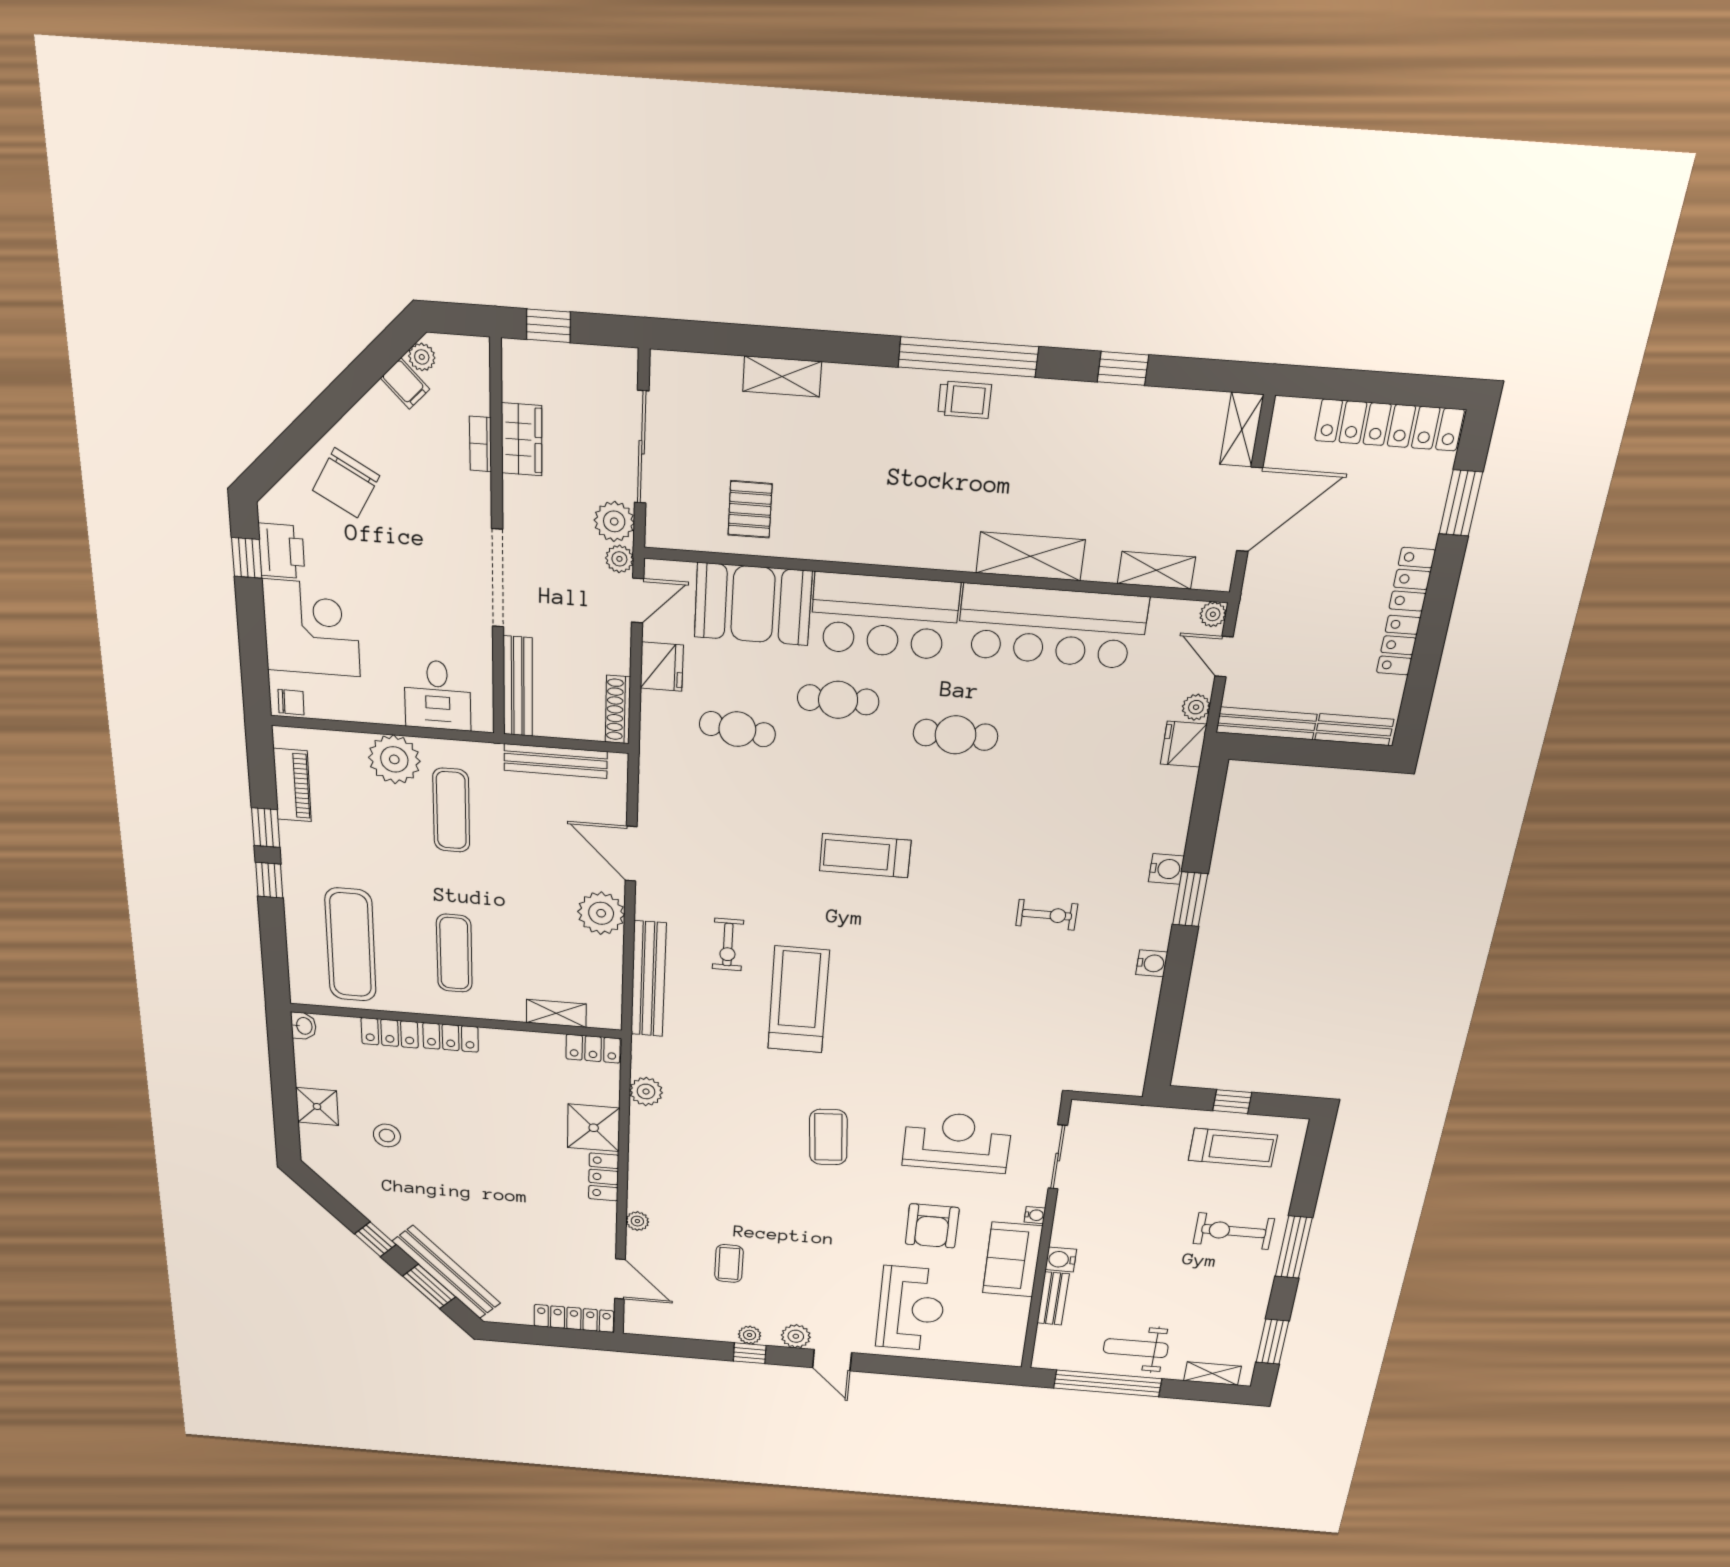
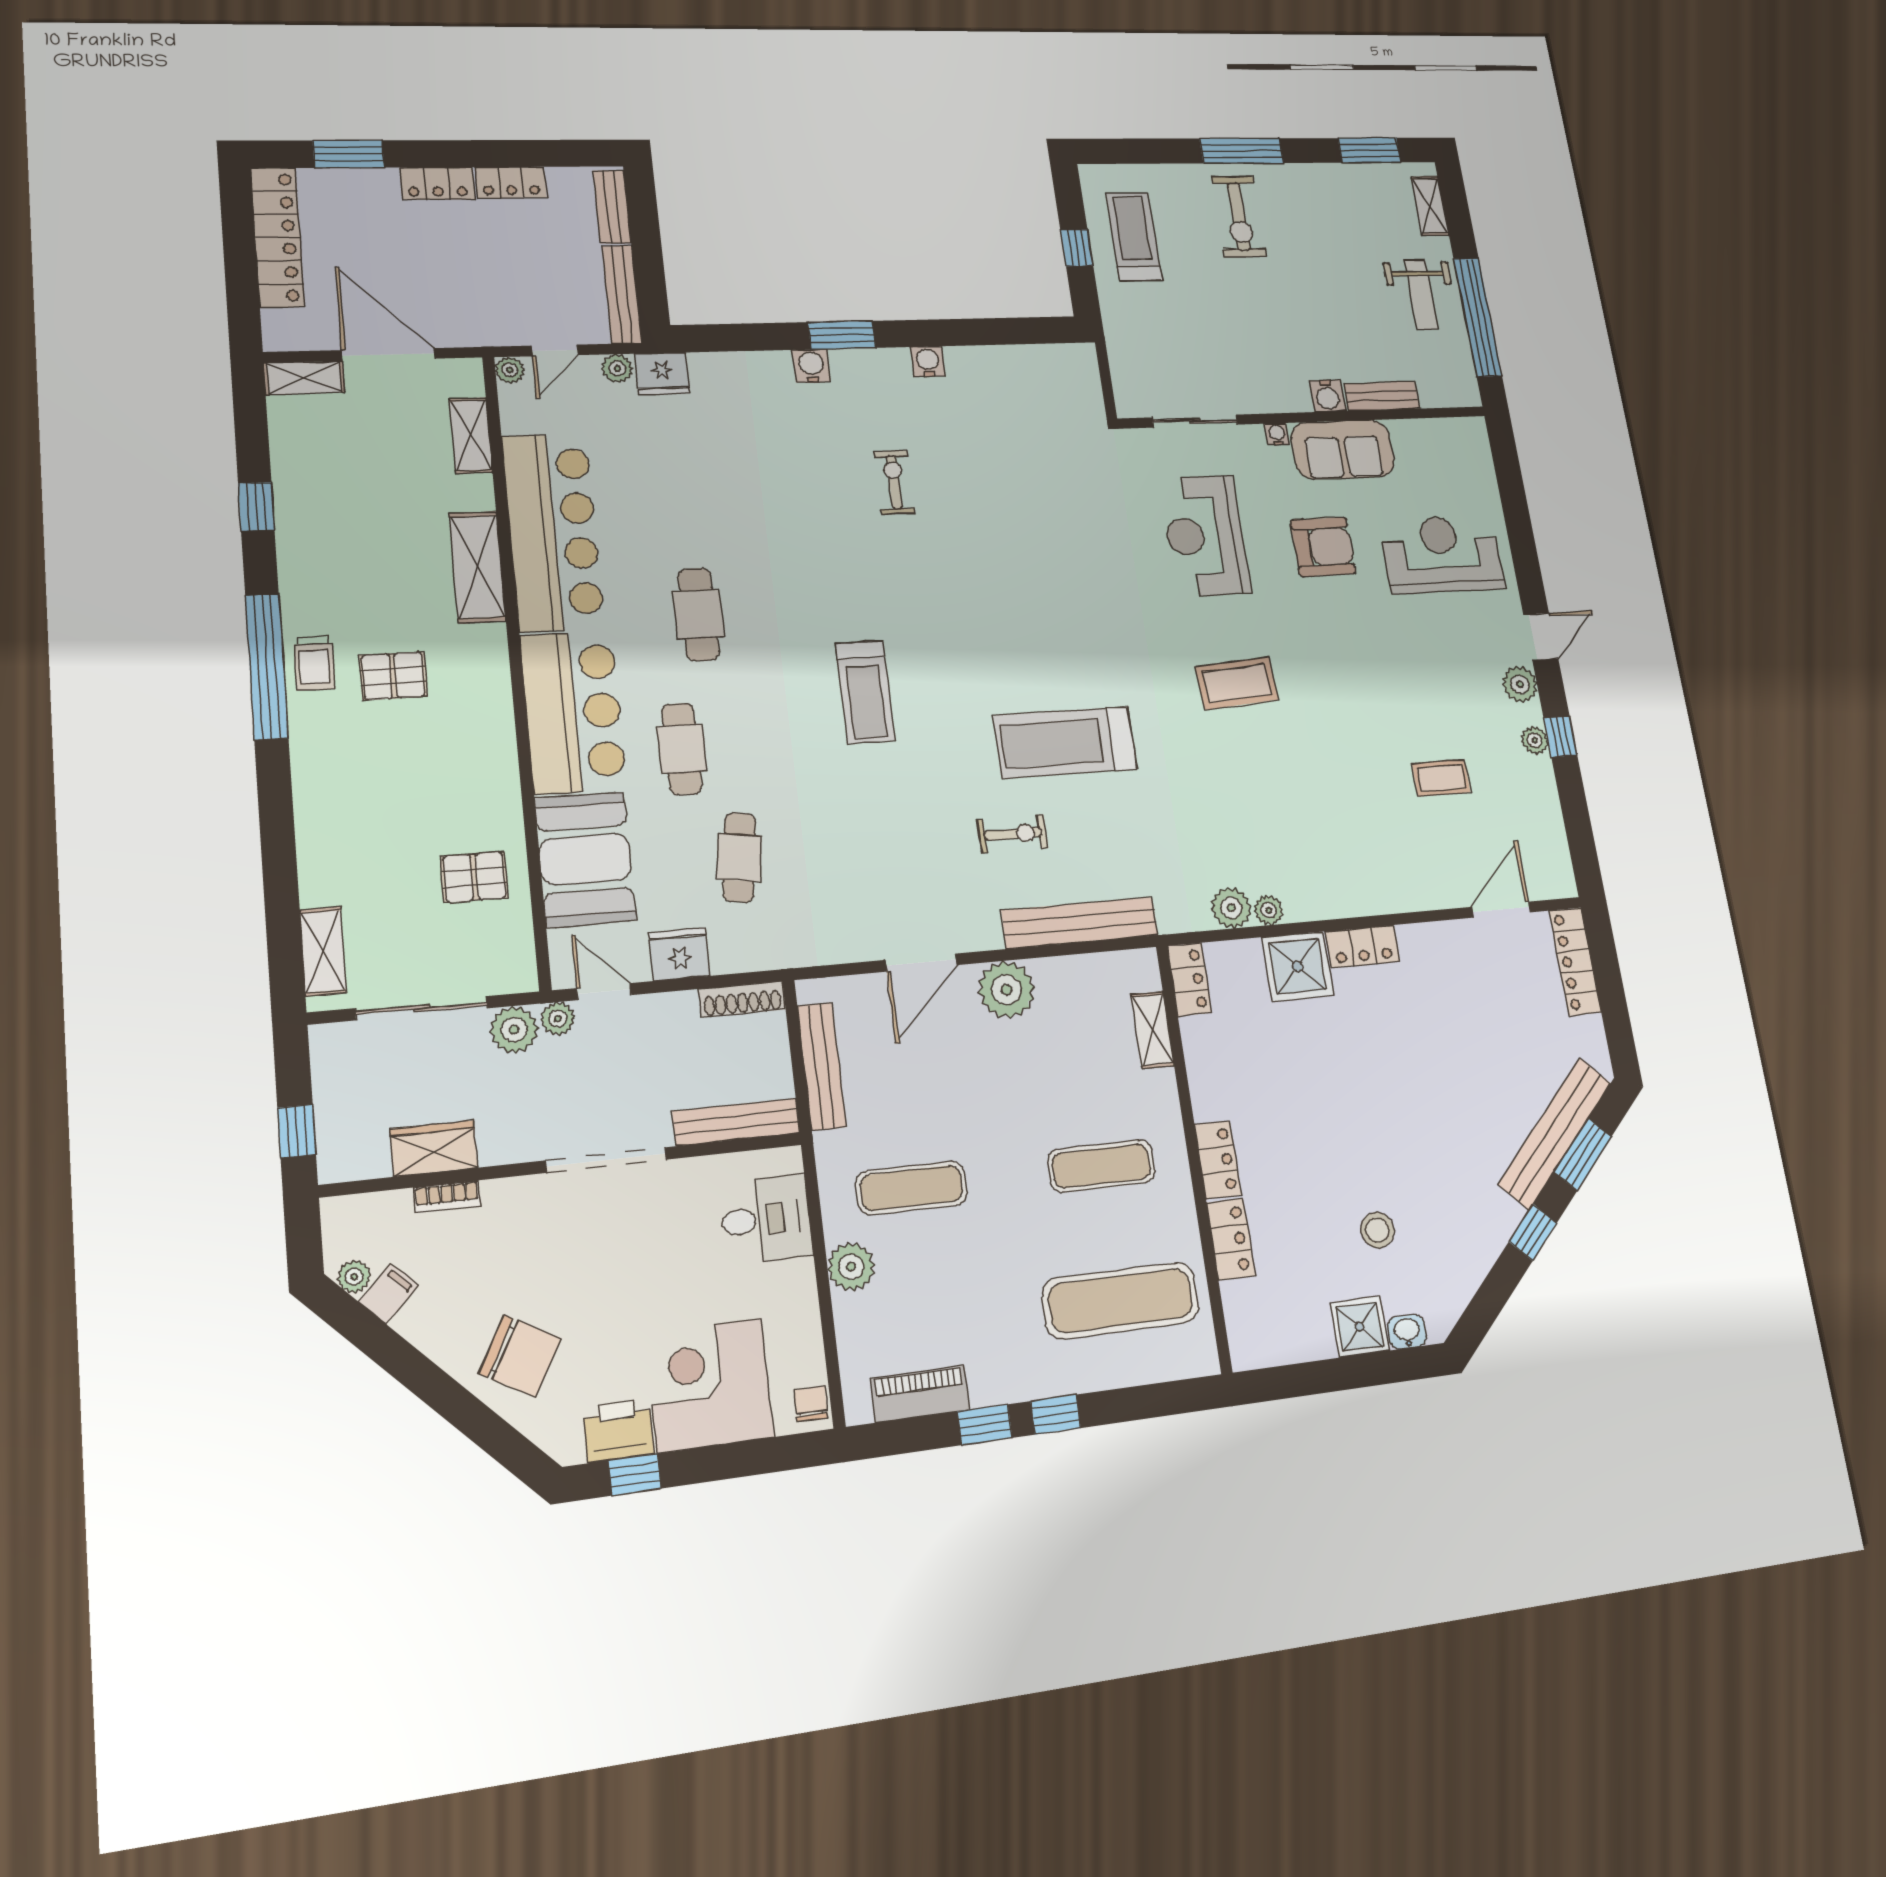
shelving: (782, 376) -> (323, 951), moved
trolley: (965, 400) -> (314, 663), turned 180
pallet: (941, 468) -> (393, 676), added
plant: (394, 759) -> (851, 1267), width x0.73, depth x0.73
washbasin: (304, 1026) -> (1407, 1332), moved
plant: (637, 1221) -> (1269, 910), moved

